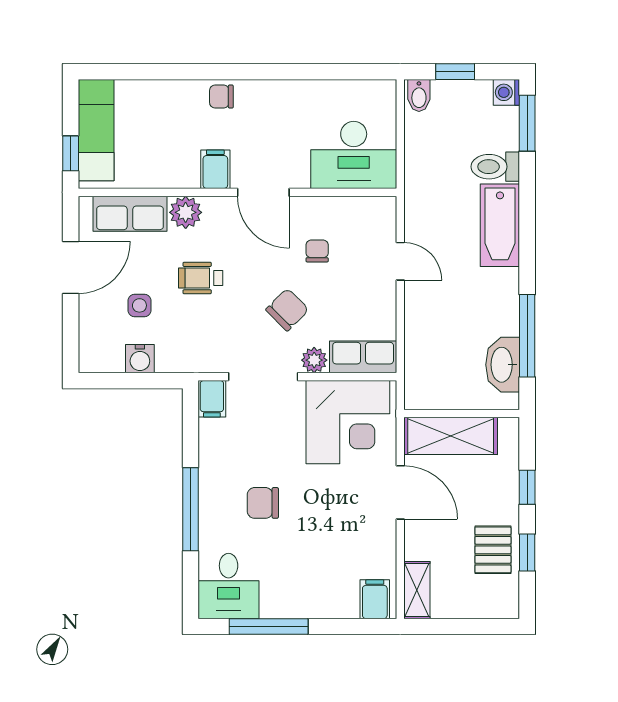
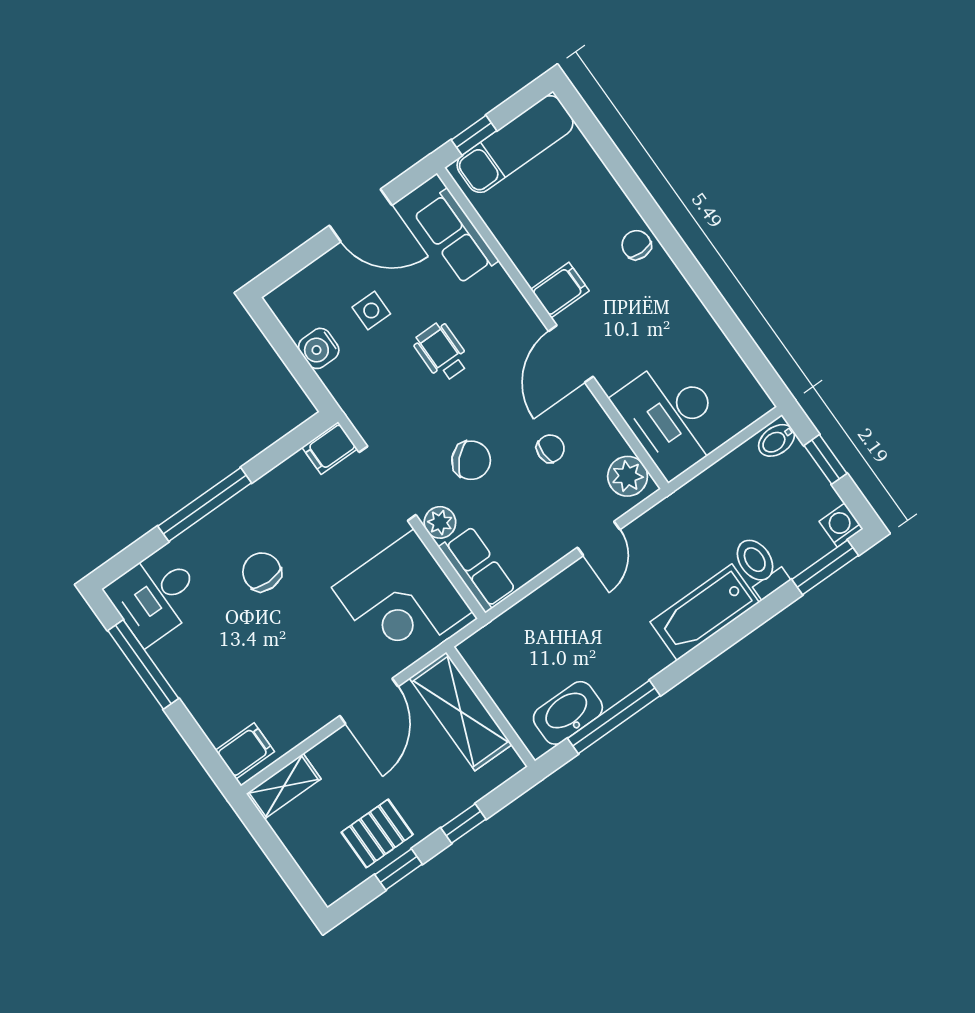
plant: (186, 212) -> (628, 476), moved

